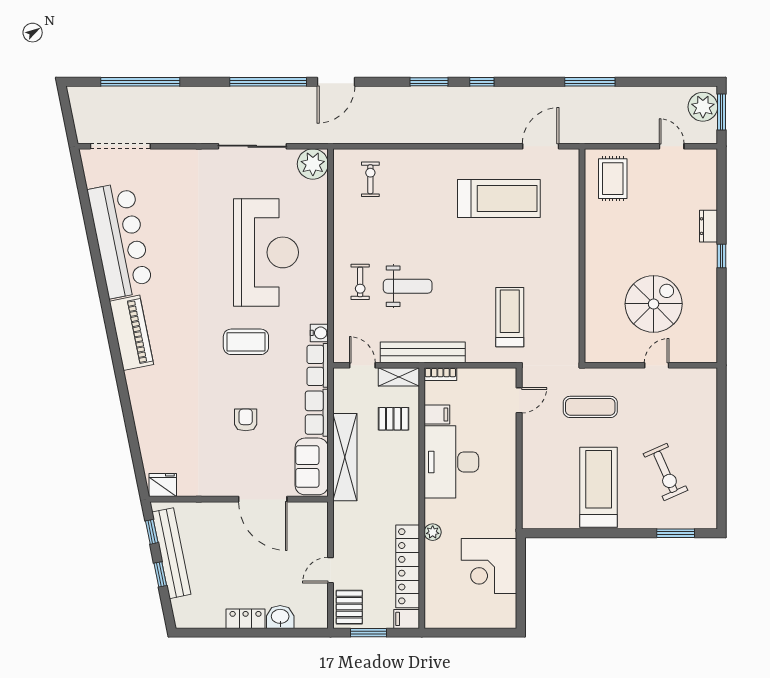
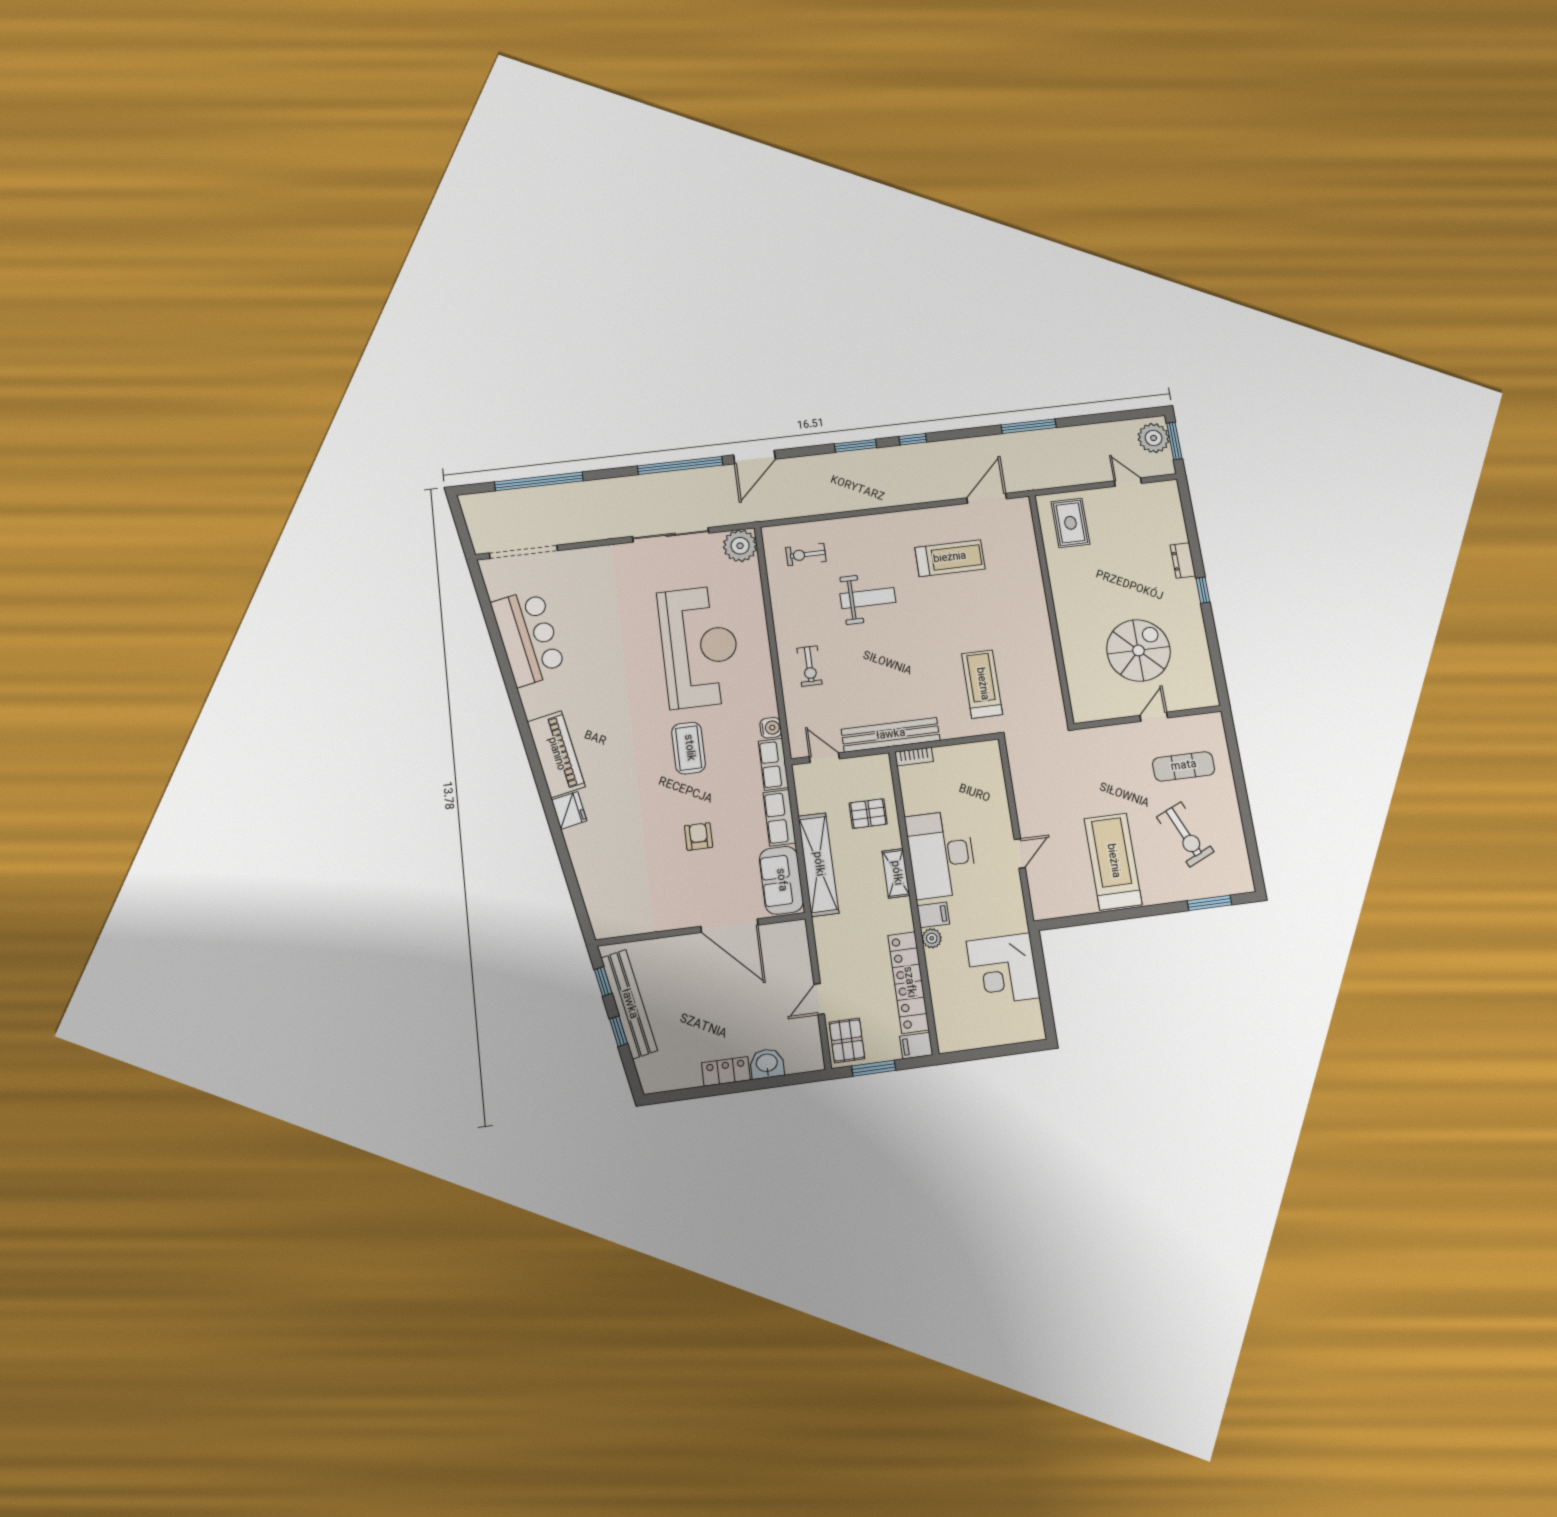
exercise bike: (370, 179) -> (806, 554), turned -90
treadmill: (499, 198) -> (950, 558), width x0.73, depth x0.73
bar counter: (120, 240) -> (528, 637), width x0.73
weight bench: (408, 286) -> (868, 598), moved
coffee table: (246, 342) -> (689, 748), turned 90
shelving: (399, 377) -> (896, 873), moved, turned 90
door: (519, 400) -> (1020, 853), moved
exercise mat: (590, 407) -> (1184, 766), moved
filing cabinet: (437, 415) -> (933, 915), moved
fridge: (163, 485) -> (569, 810), moved, turned 79

